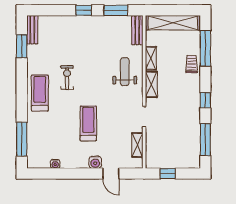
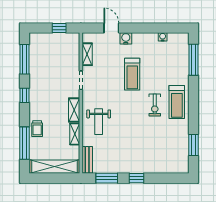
bench: (32, 30) -> (184, 160), removed
exercise bike: (67, 78) -> (155, 105), moved

